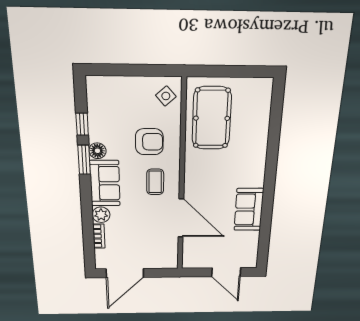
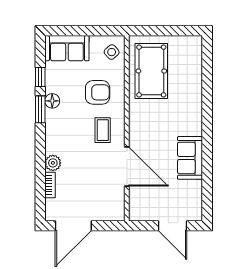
sofa: (105, 183) -> (67, 48), moved, turned 90

